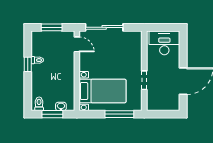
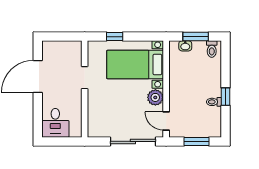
desk: (164, 43) -> (55, 123), width x0.73
plant: (86, 64) -> (155, 97), added
window: (119, 114) -> (115, 37), width x0.46

